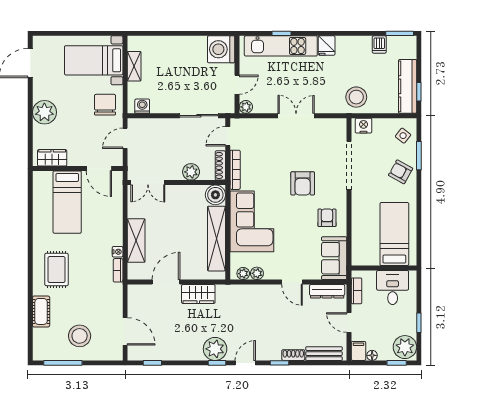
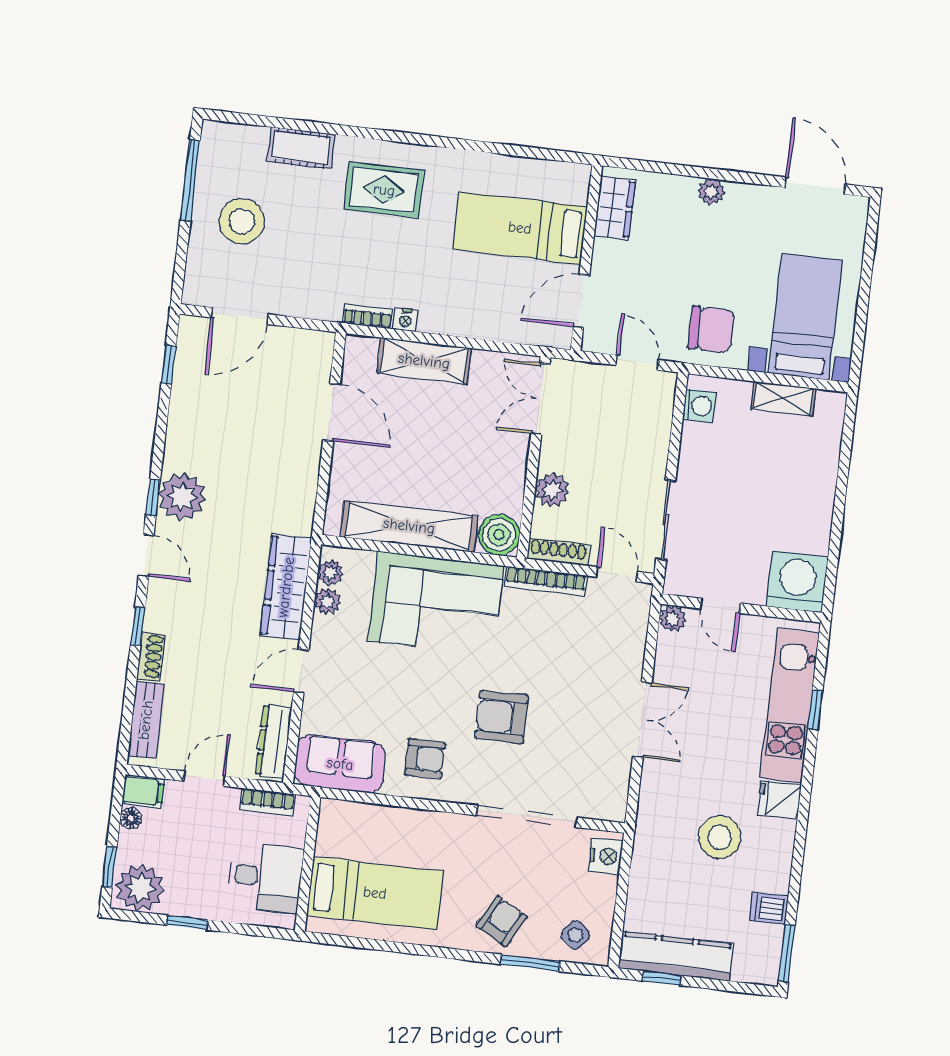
stool: (356, 97) -> (720, 837), moved
plant: (44, 112) -> (712, 192), width x0.53, depth x0.53
wardrobe: (198, 294) -> (286, 587), moved, width x1.50

